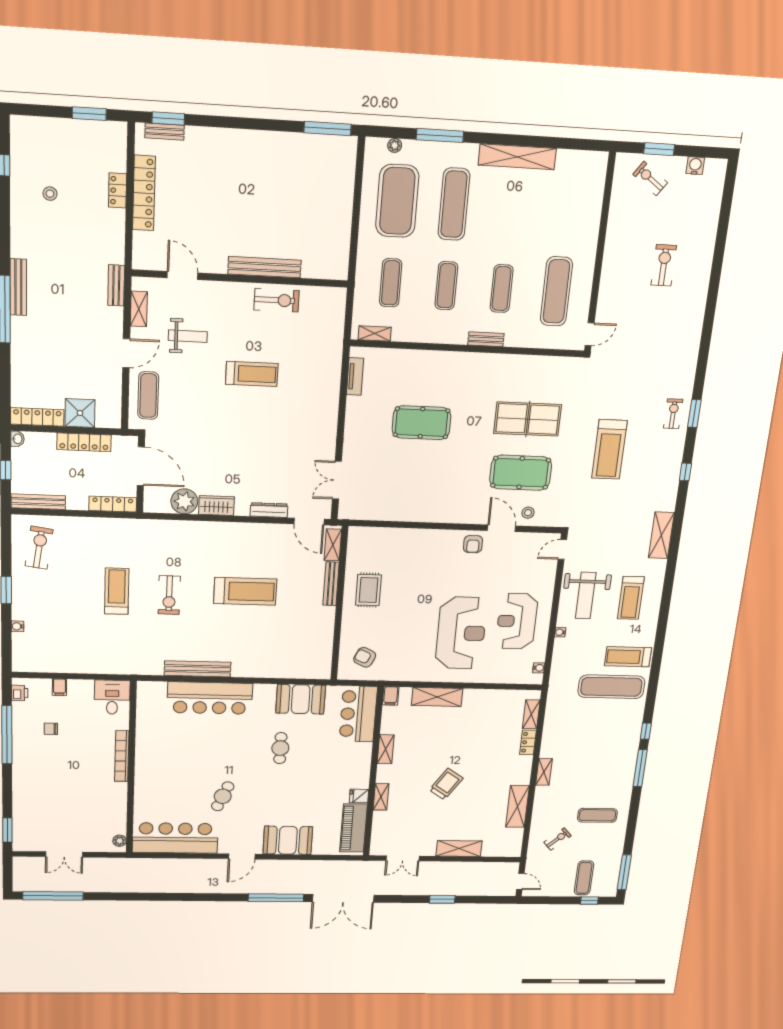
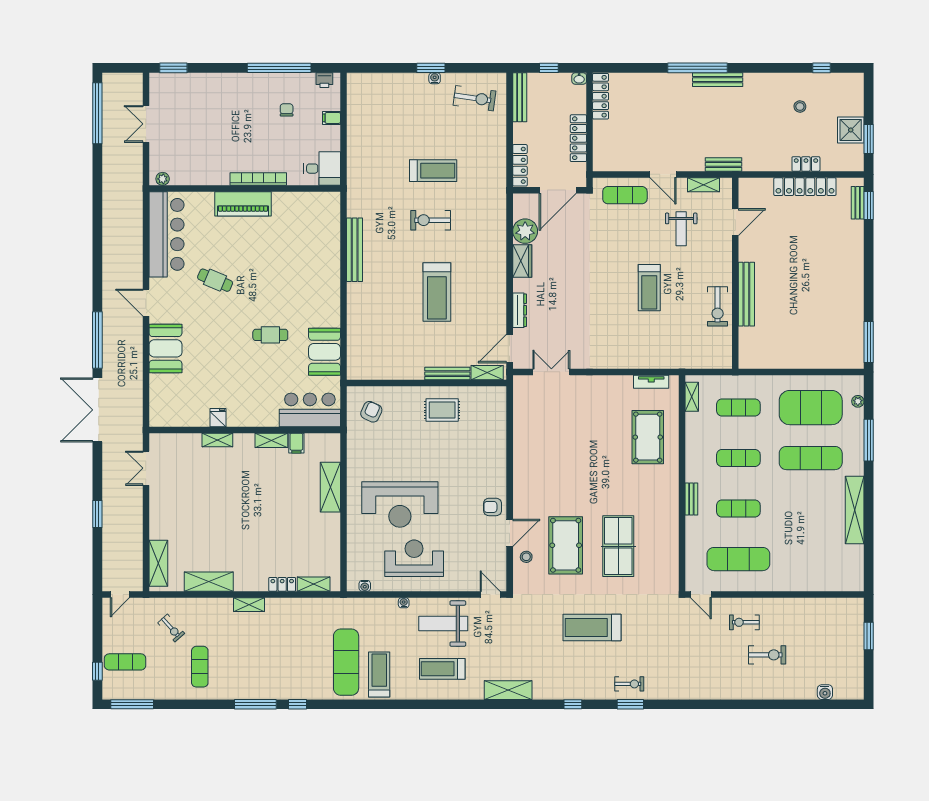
water cooler: (695, 166) -> (825, 692), moved, turned 90
exercise bike: (650, 178) -> (744, 622), moved, turned -126
shower: (80, 413) -> (851, 130), moved
pool table: (421, 423) -> (648, 437), moved
water cooler: (18, 626) -> (435, 78), moved
filing cabinet: (391, 696) -> (296, 443), moved, turned -90
bar counter: (210, 698) -> (324, 263), removed
trolley: (446, 784) -> (233, 505), removed
piano: (354, 828) -> (243, 204), moved, turned 180
shelving: (459, 849) -> (158, 563), moved

